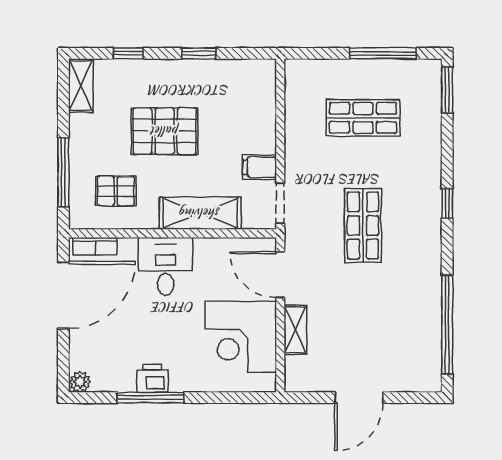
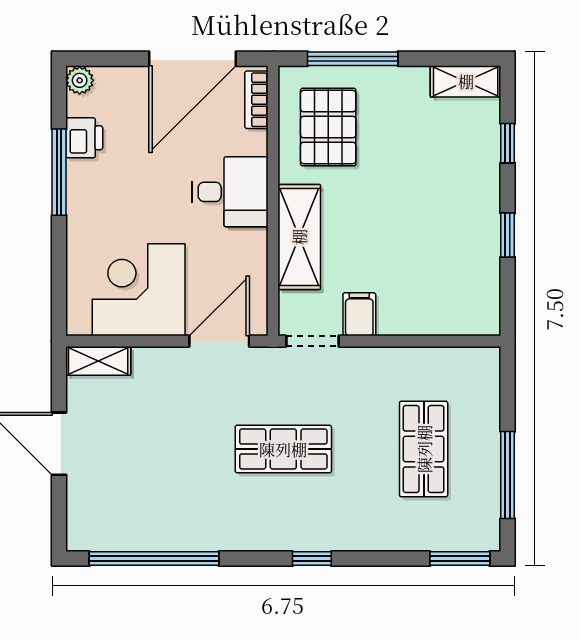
pallet: (165, 131) -> (406, 190), removed
pallet: (116, 191) -> (328, 127), width x1.50, depth x1.42
door: (63, 295) -> (193, 59), hinge flipped
shelving: (295, 330) -> (98, 361), moved
printer: (152, 378) -> (84, 138), moved

